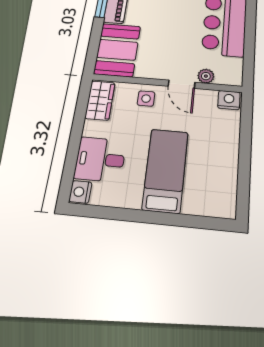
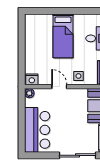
plant: (206, 76) -> (29, 93), moved

